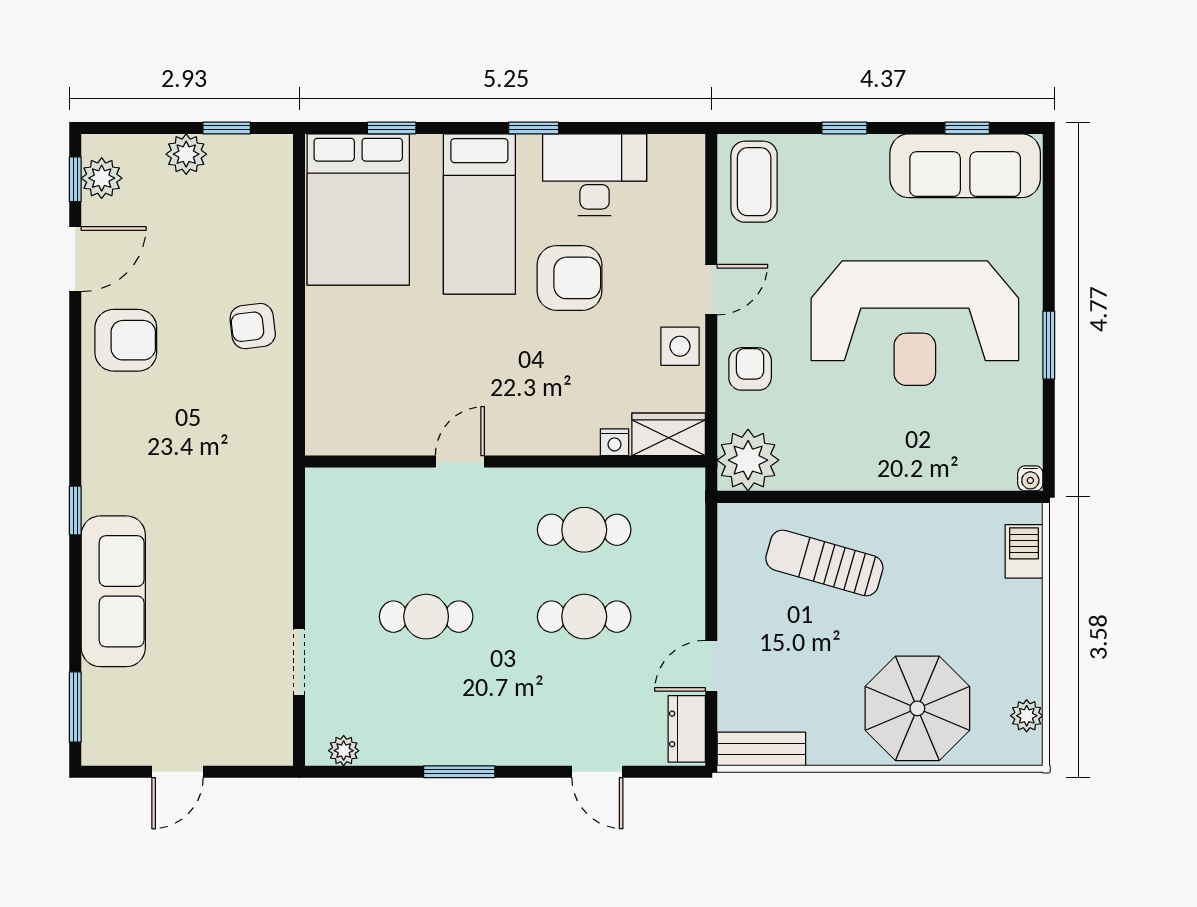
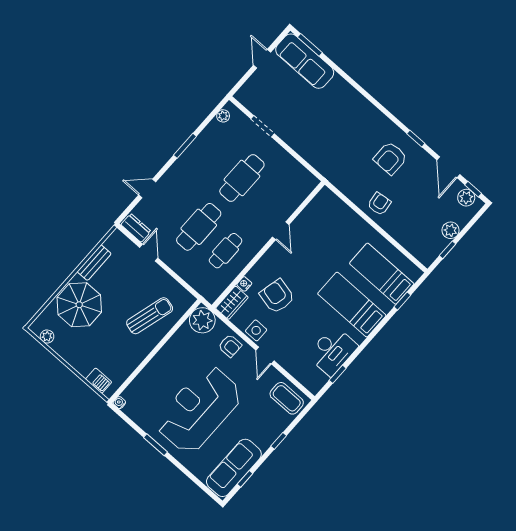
window: (534, 128) -> (338, 374), moved
bed: (358, 210) -> (382, 274), width x0.67
armchair: (569, 278) -> (277, 296), moved, turned 103
armchair: (126, 340) -> (390, 158), moved
window: (75, 511) -> (416, 139), moved
sofa: (113, 591) -> (305, 61), moved
cafe table: (426, 617) -> (242, 178), width x1.37, depth x1.35
cafe table: (584, 617) -> (199, 227), width x1.37, depth x1.35
bench: (761, 749) -> (94, 263), moved

